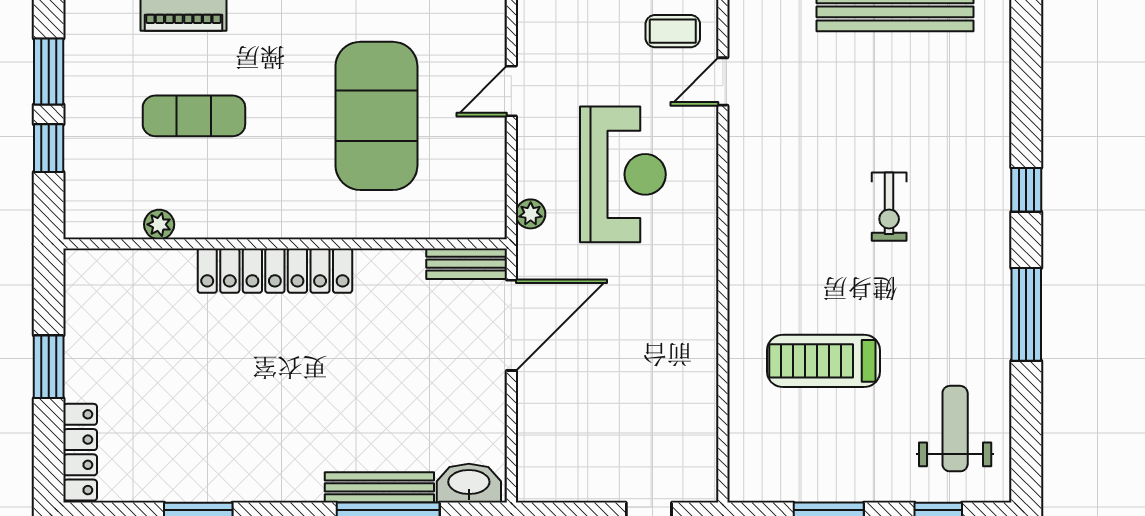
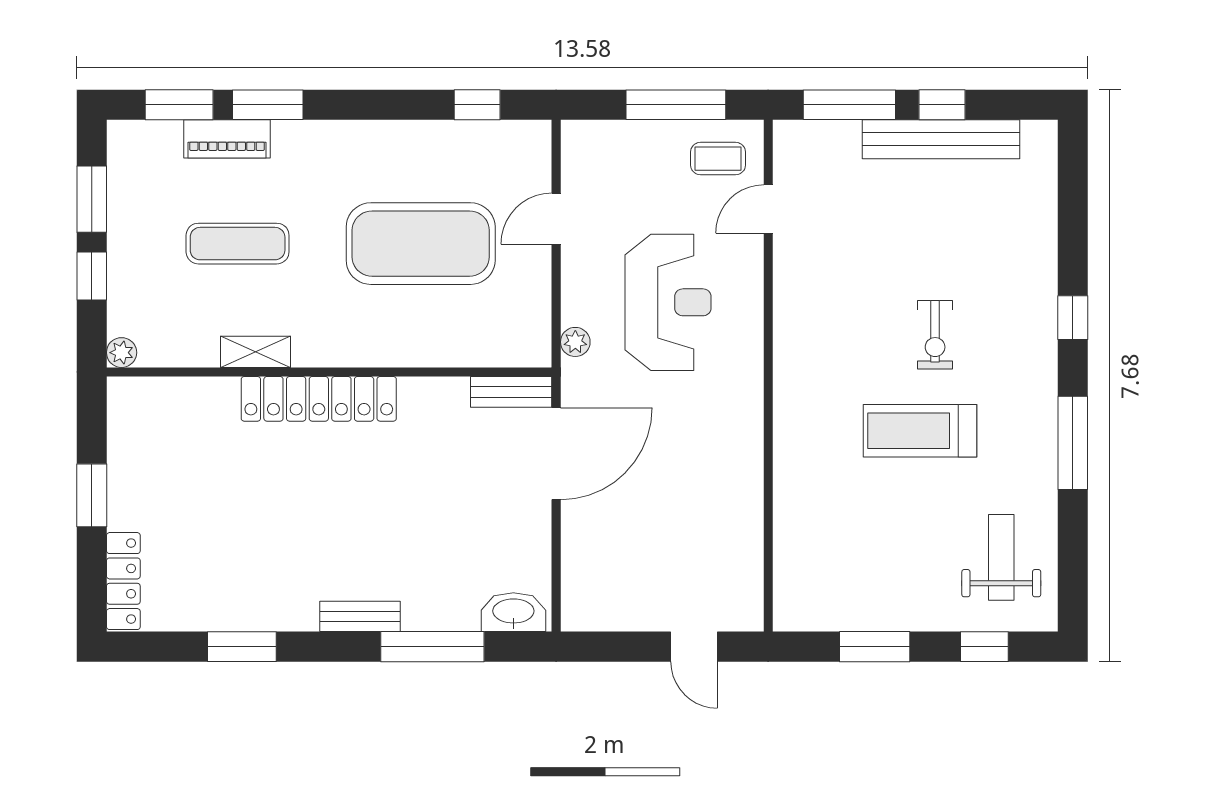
exercise mat: (376, 116) -> (421, 244), turned 90
plant: (159, 224) -> (122, 353), moved
shelving: (212, 224) -> (255, 352), added
treadmill: (824, 361) -> (920, 431), moved
bench: (379, 487) -> (360, 616), moved, width x0.73

